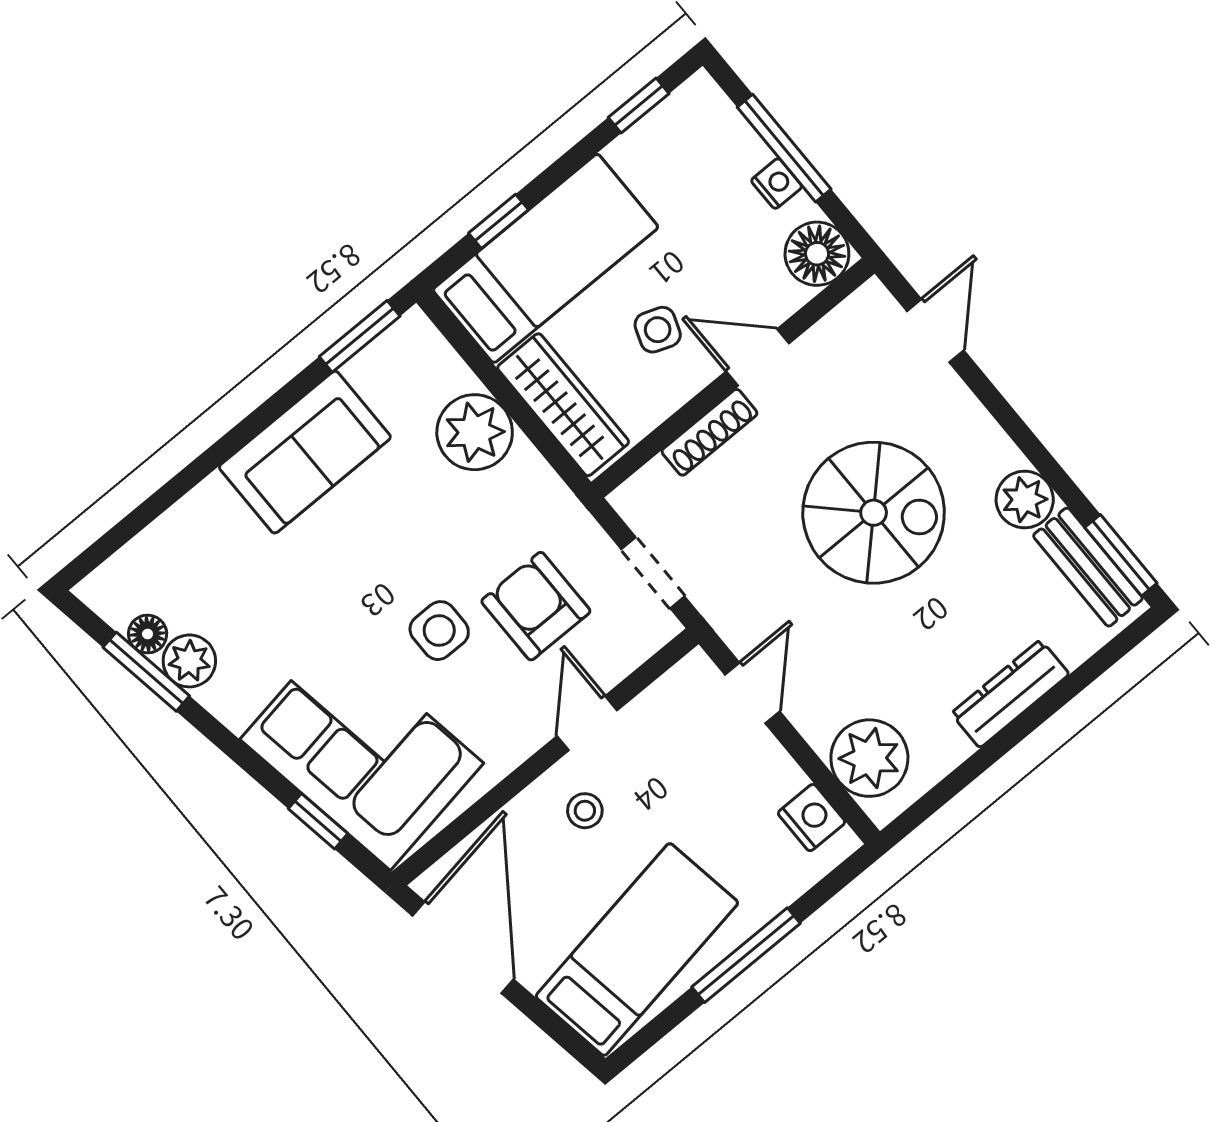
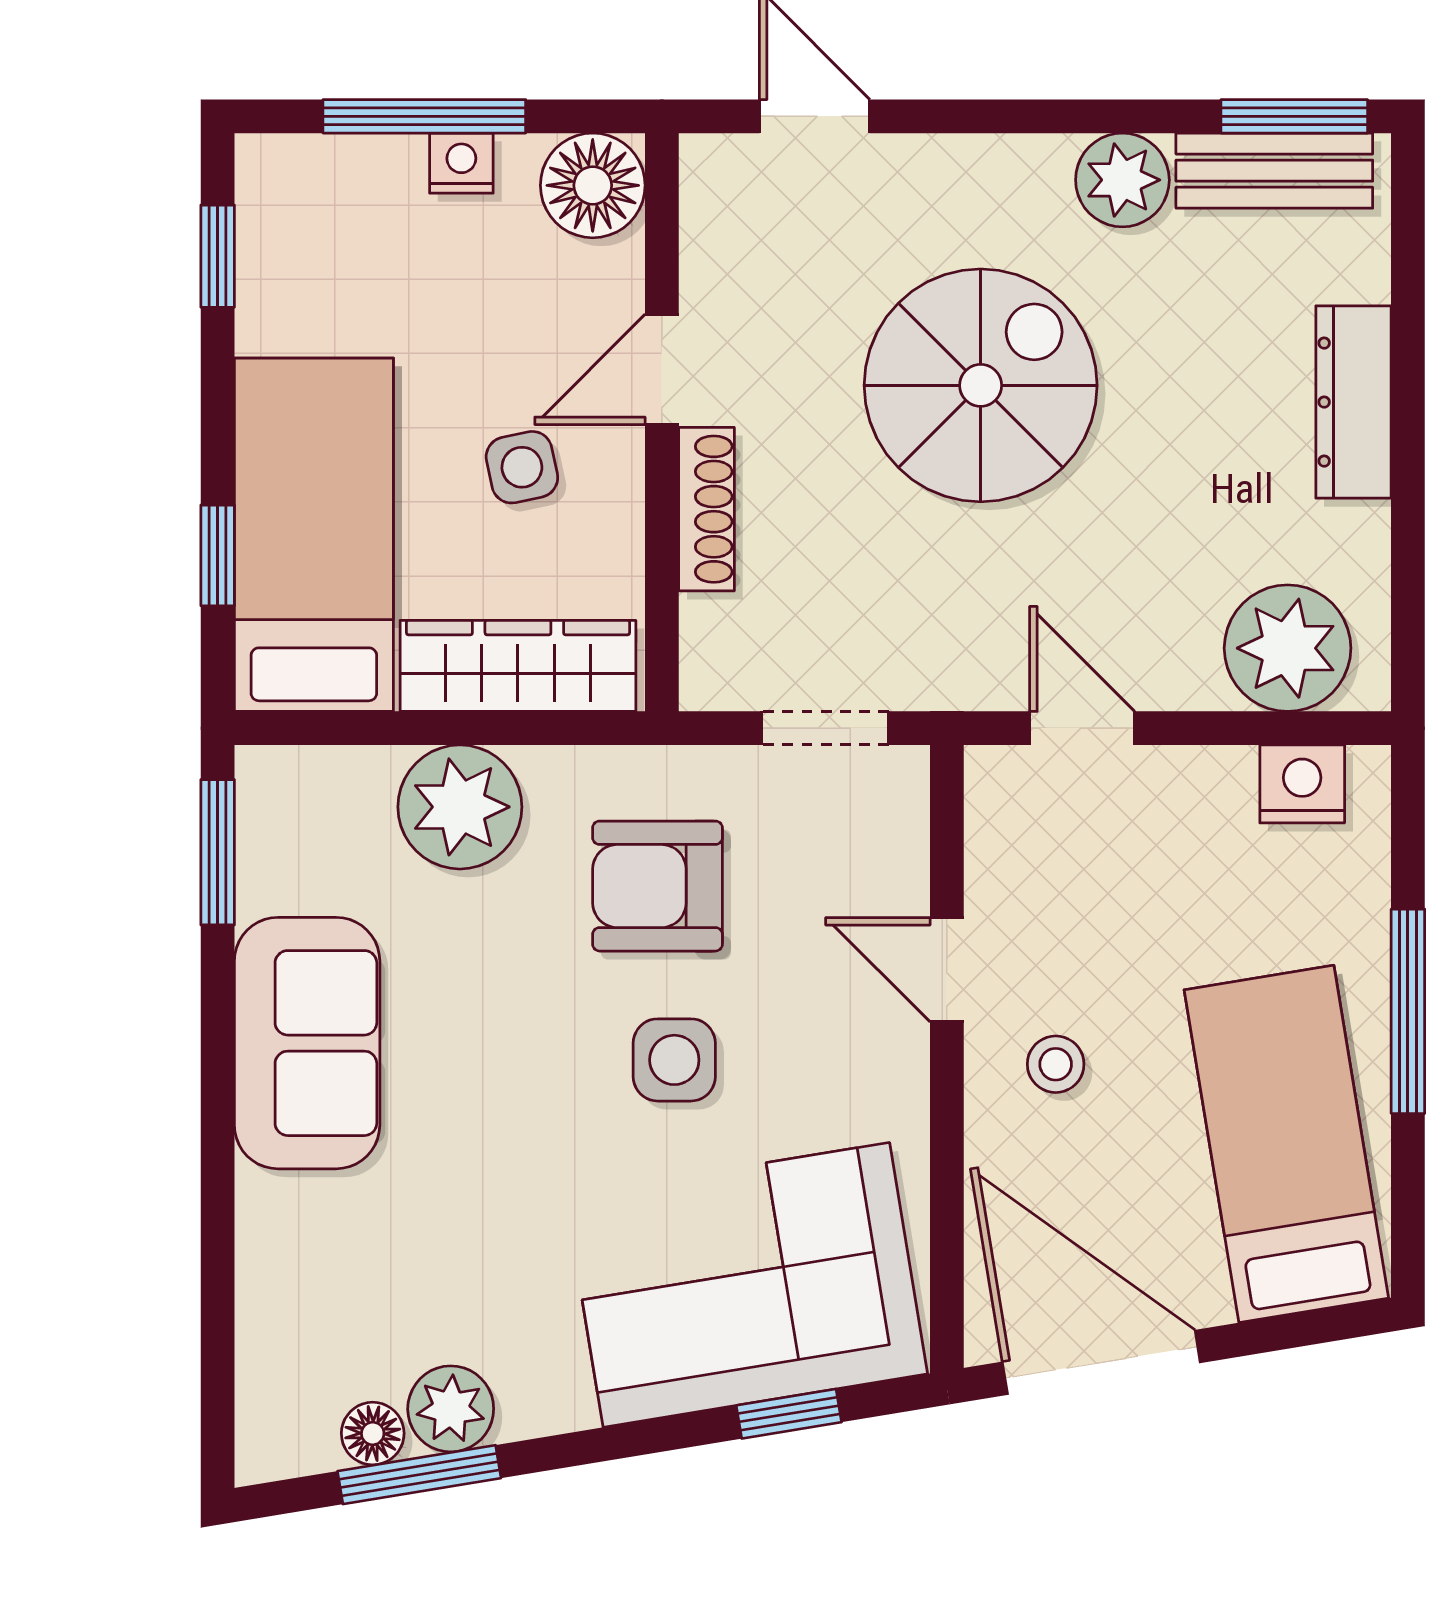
side table: (658, 330) -> (522, 467), turned -32
armchair: (536, 606) -> (658, 886), moved

